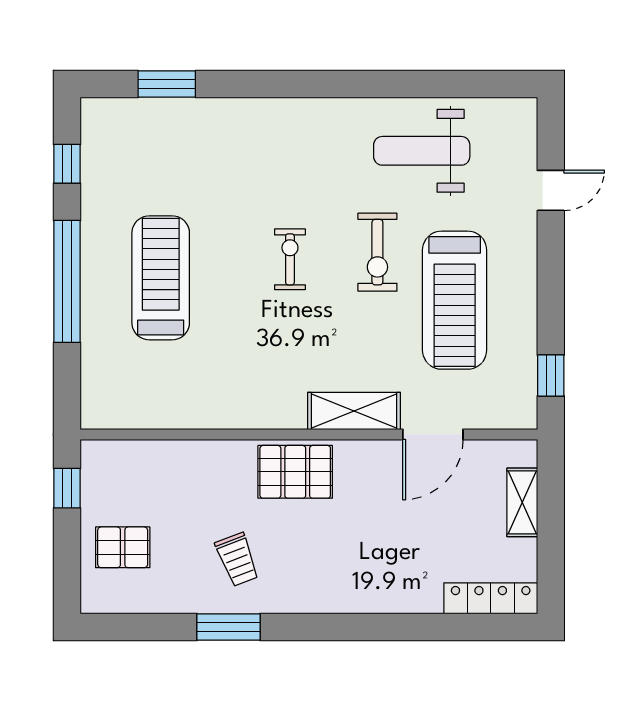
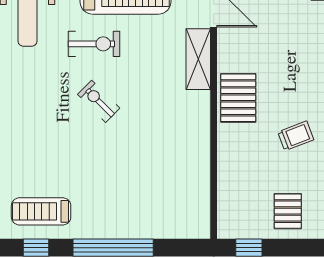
exercise bike: (290, 259) -> (99, 101), turned 45
treadmill: (161, 278) -> (41, 211), moved, width x0.73, depth x0.73

